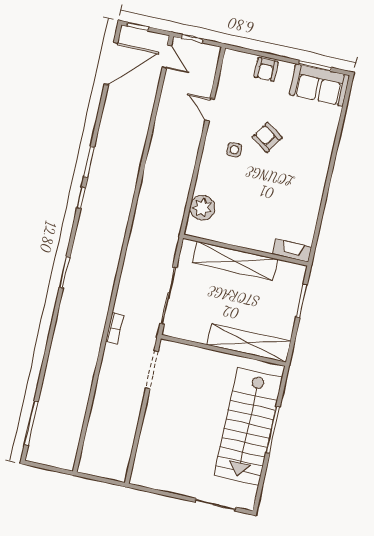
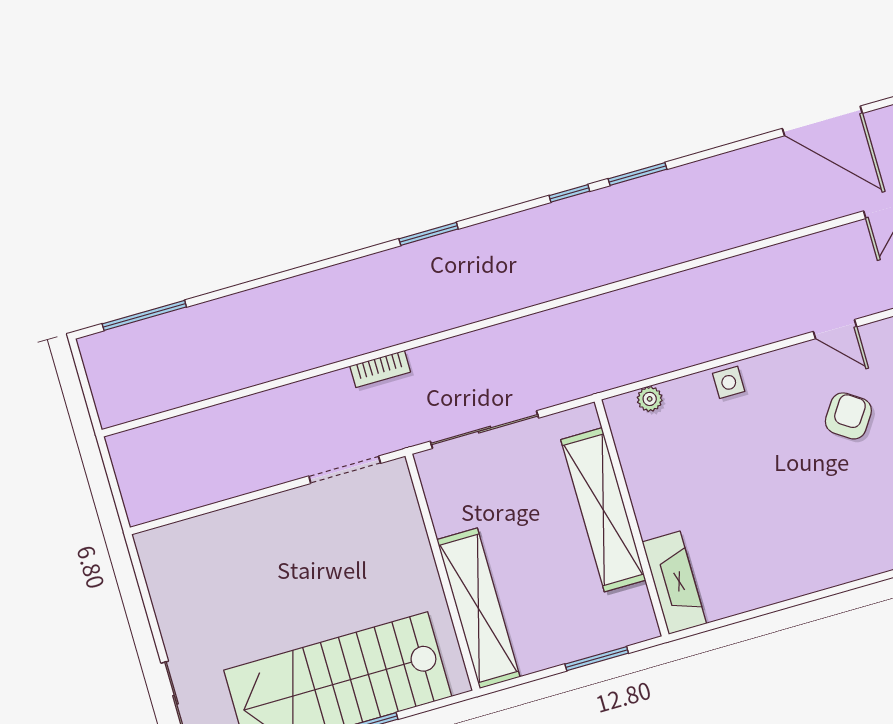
door: (210, 110) -> (835, 329), swing flipped
armchair: (267, 137) -> (848, 416), moved
side table: (234, 150) -> (729, 382), moved
plant: (202, 208) -> (650, 399), width x0.53, depth x0.53
fireplace: (292, 251) -> (674, 583), width x1.37, depth x1.32

